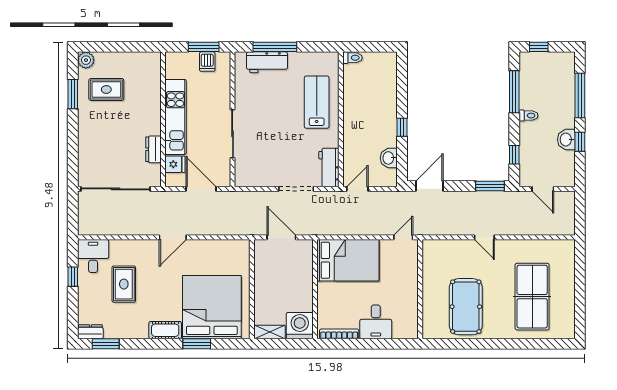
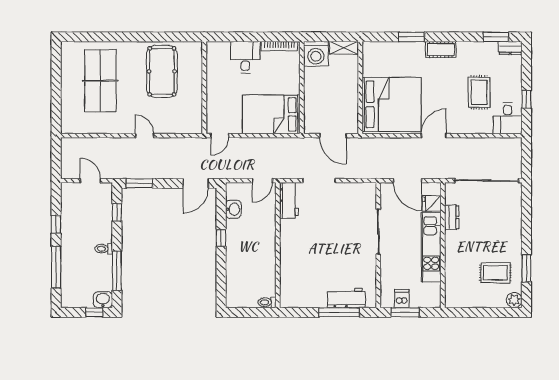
lab bench: (317, 102) -> (300, 261), removed
washbasin: (566, 140) -> (103, 300), moved, turned -90
bed: (212, 307) -> (392, 104), moved, turned -90

